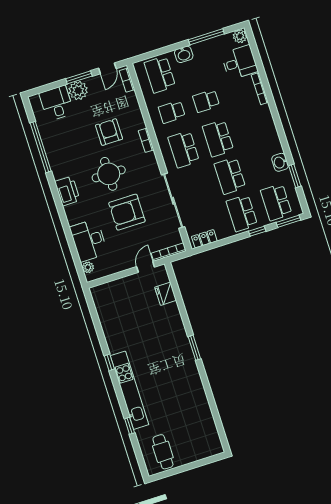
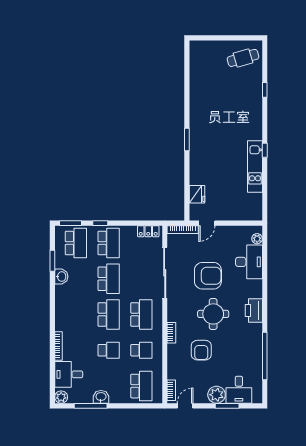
washbasin: (184, 54) -> (101, 397), moved
window: (79, 77) -> (227, 406), moved
kitchen unit: (130, 390) -> (255, 166), moved, width x0.73
cafe table: (163, 452) -> (243, 58), turned 74

